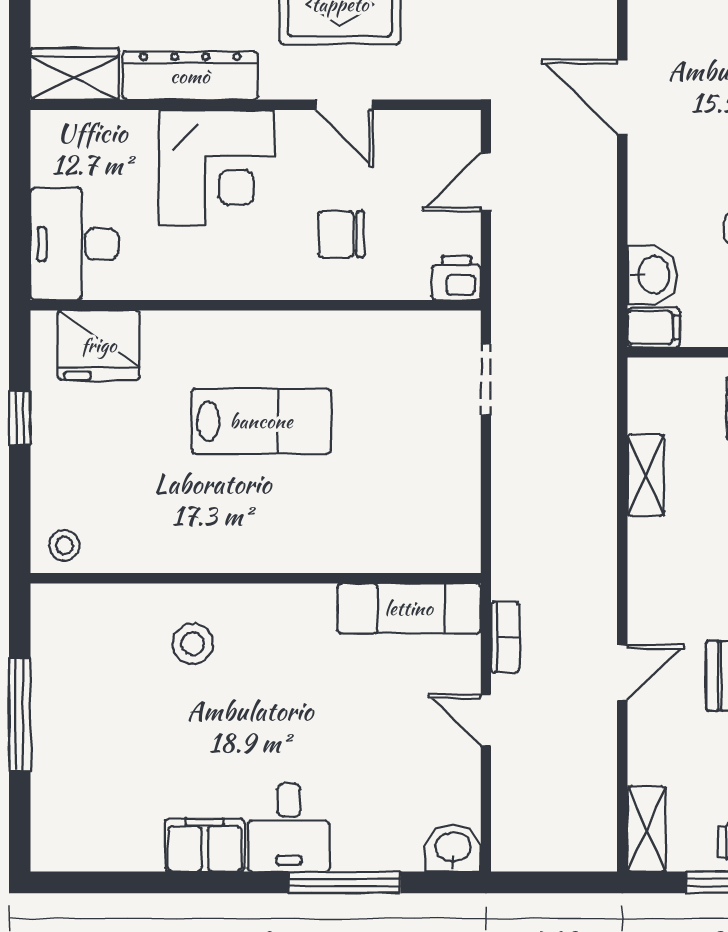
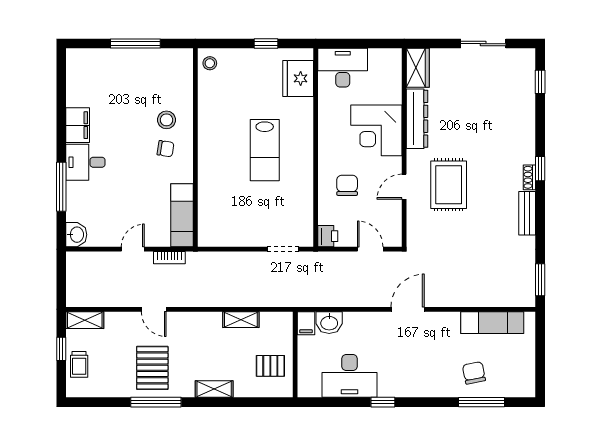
chair: (258, 646) -> (166, 149), added

